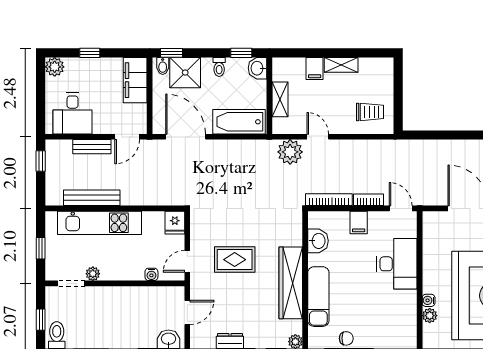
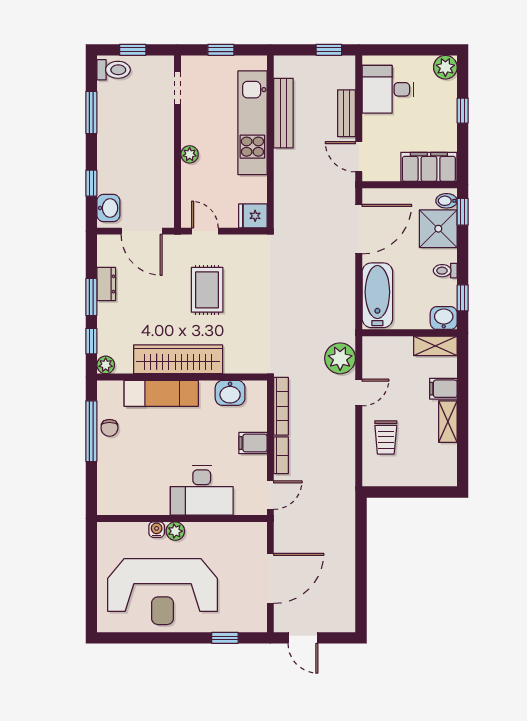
shelving: (280, 99) -> (435, 346), moved
trolley: (370, 112) -> (386, 437), moved
plant: (93, 274) -> (190, 154), moved
water cooler: (151, 274) -> (189, 187), removed
door: (187, 312) -> (142, 231), width x1.38
plant: (430, 316) -> (175, 531), moved

